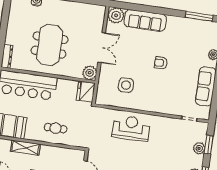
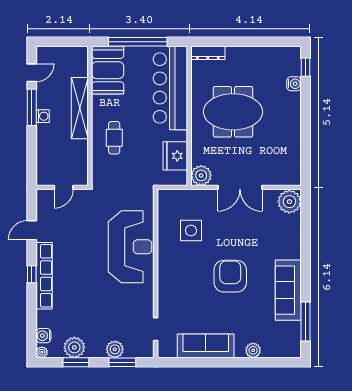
sofa: (145, 20) -> (288, 290), moved
armchair: (161, 63) -> (230, 276), width x1.88, depth x1.88
fridge: (86, 92) -> (175, 156), moved, turned -90
reception desk: (131, 128) -> (130, 247), width x1.36, depth x1.30
shelving: (25, 148) -> (80, 108), width x1.47

